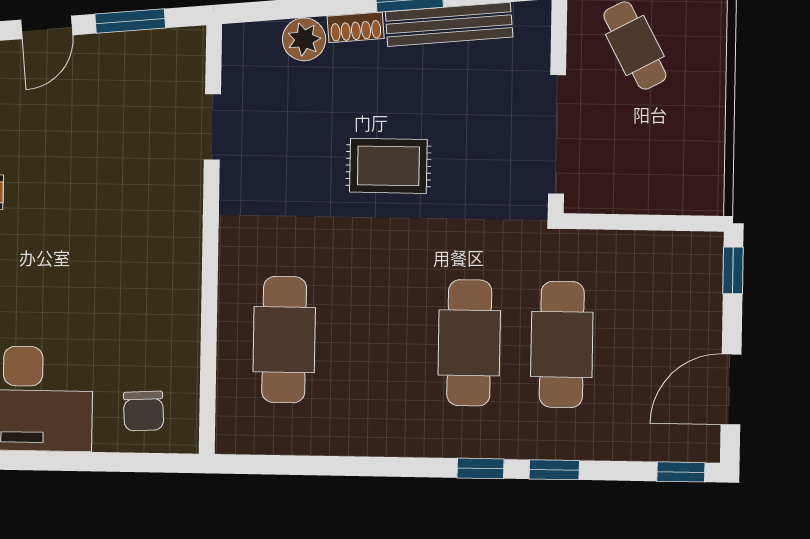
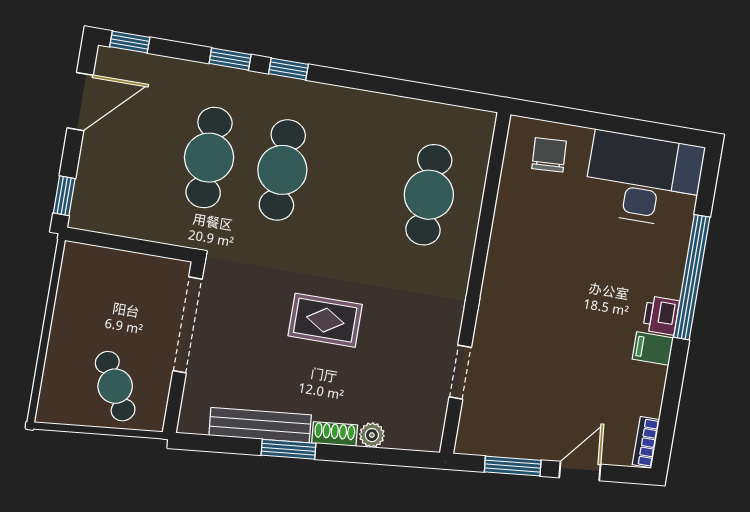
plant: (304, 39) -> (372, 435), width x0.73, depth x0.73

